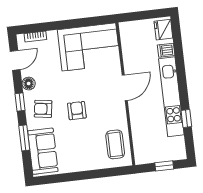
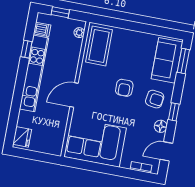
dishwasher: (166, 50) -> (42, 29), moved
window: (24, 138) -> (183, 61), moved
coffee table: (115, 144) -> (99, 46), width x1.36, depth x1.32
plant: (139, 152) -> (79, 33), added

